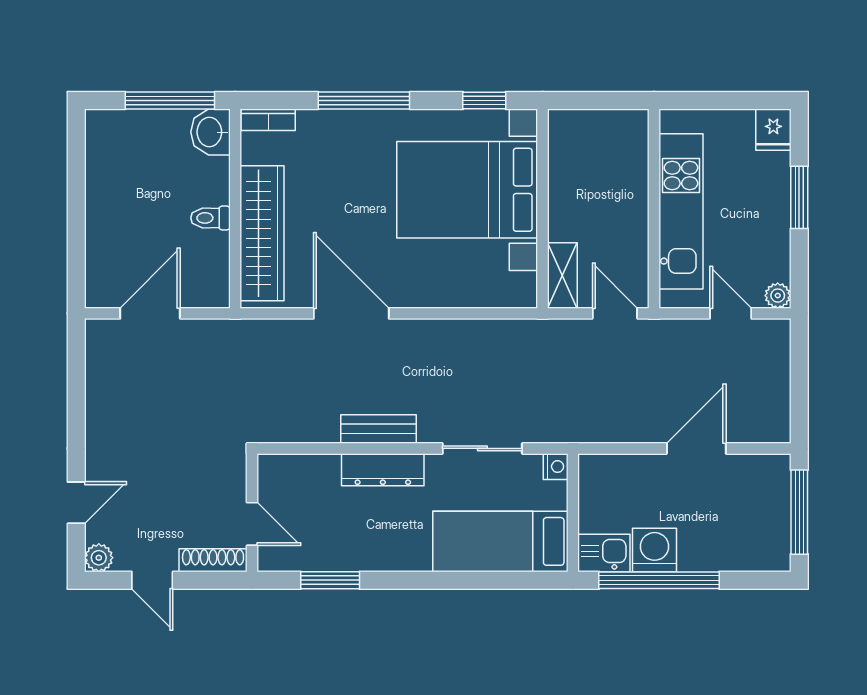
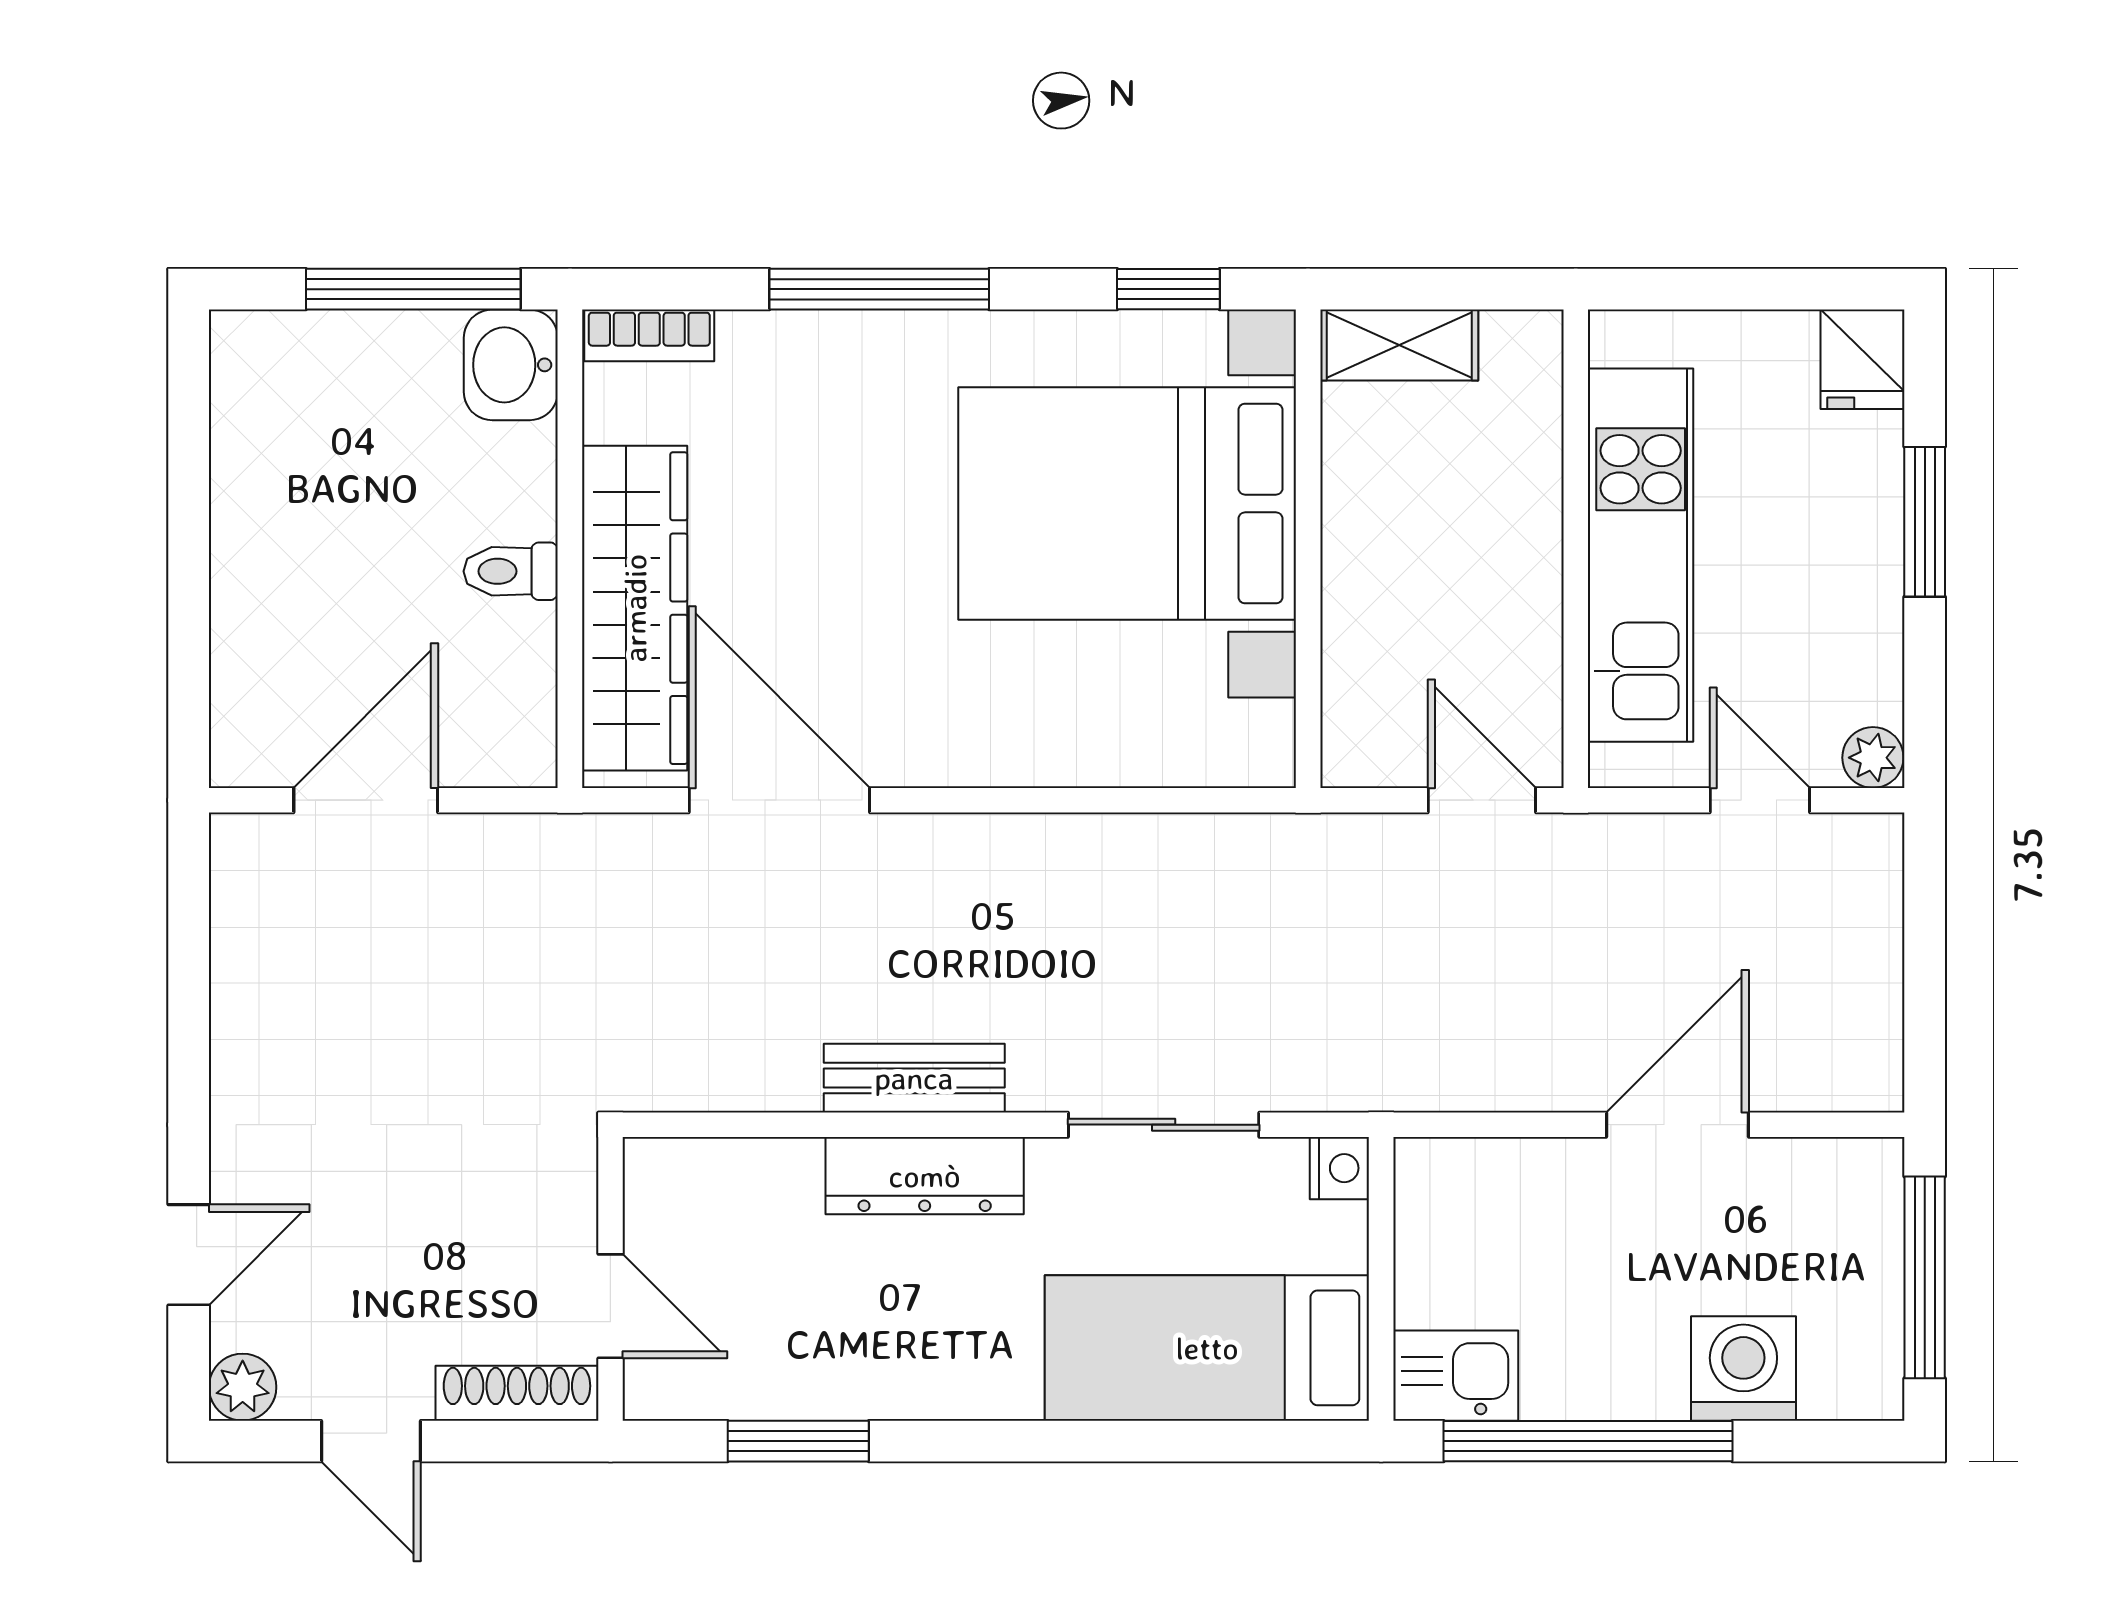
shelving: (562, 275) -> (1399, 345), moved, turned 90
door: (351, 313) -> (779, 800), moved
washing machine: (654, 550) -> (1743, 1368), moved

